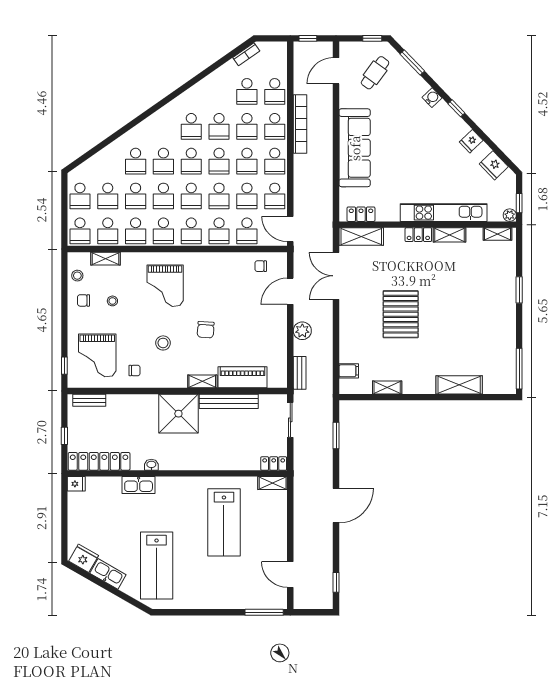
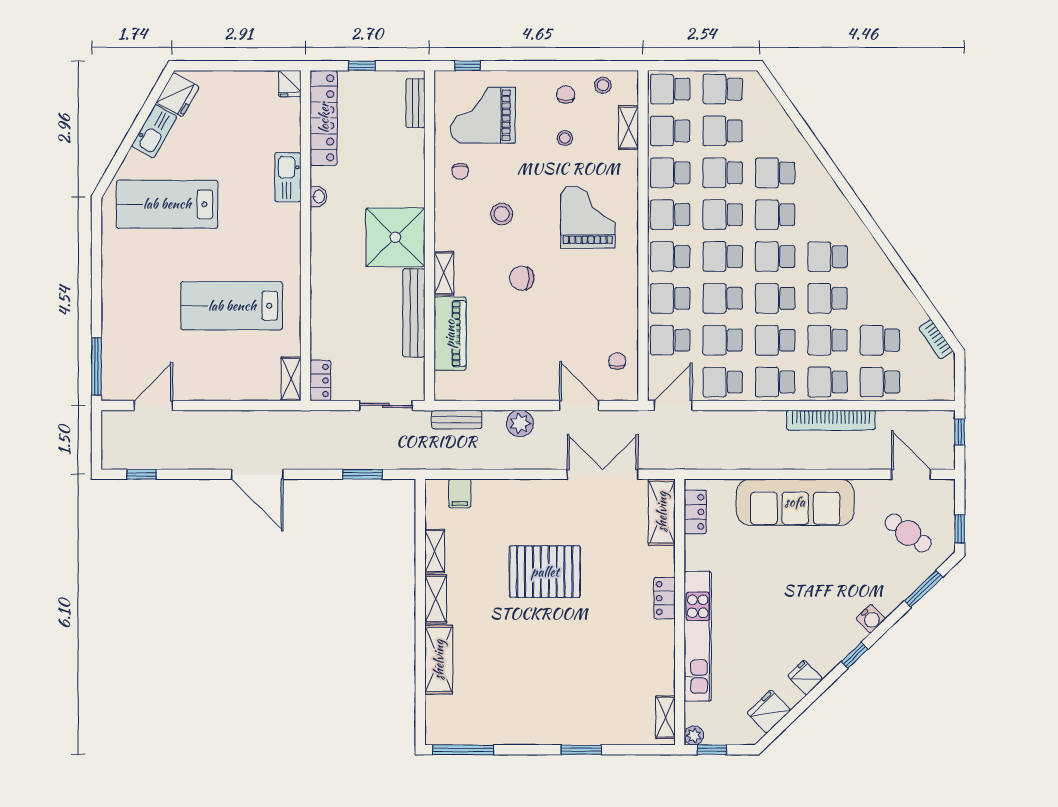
shelving: (449, 235) -> (436, 599), moved
grand piano: (165, 286) -> (588, 217), turned 90

